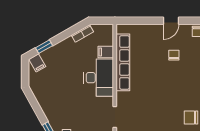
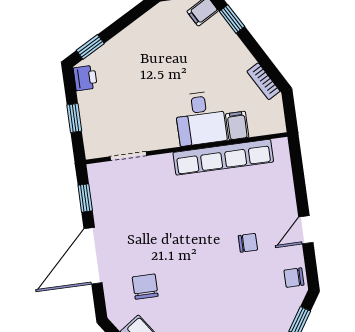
door: (171, 21) -> (306, 230), hinge flipped
desk: (99, 78) -> (200, 118), width x0.73

